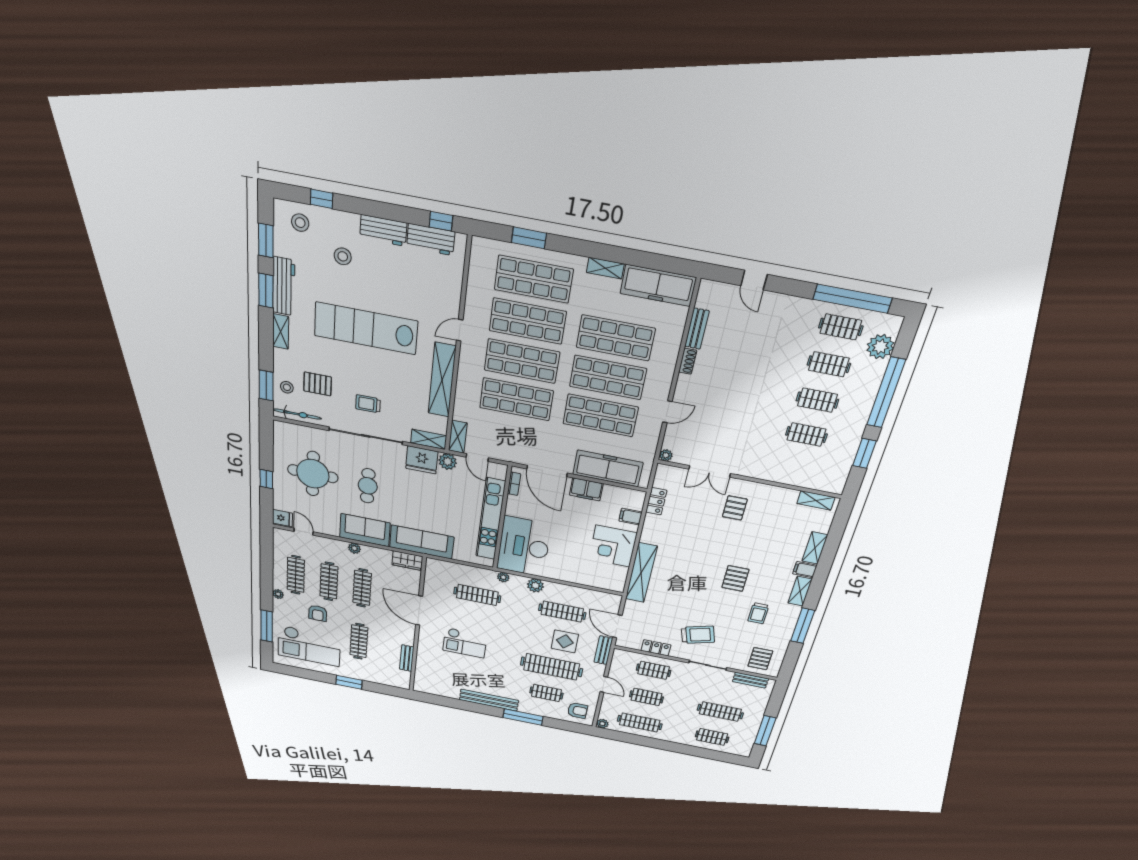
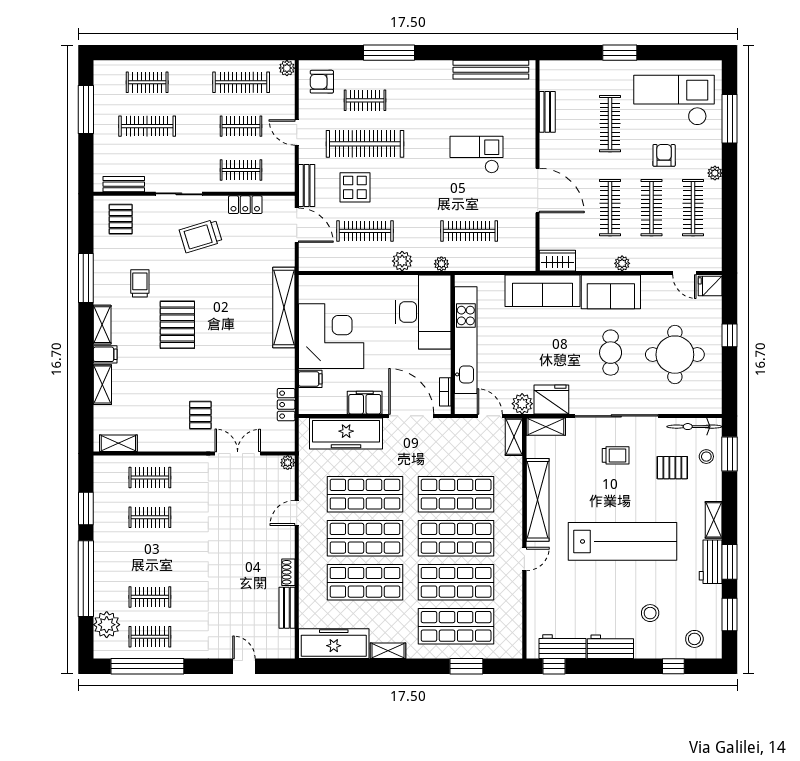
workbench: (284, 286) -> (711, 562), width x0.73
clothes rail: (817, 400) -> (150, 477), moved
corner desk: (613, 546) -> (331, 336), width x1.36, depth x1.36
pallet: (735, 578) -> (177, 325), width x1.50, depth x1.42
bench: (489, 700) -> (491, 70), moved

